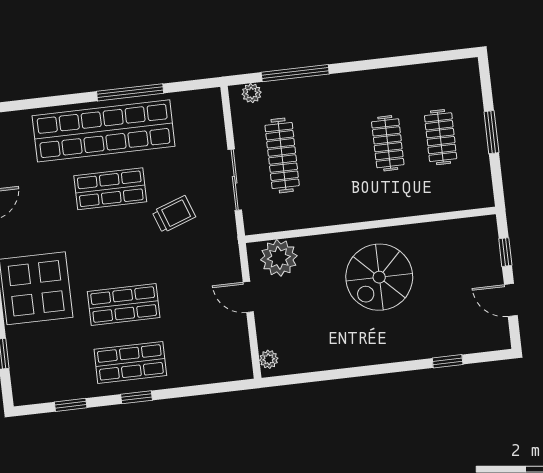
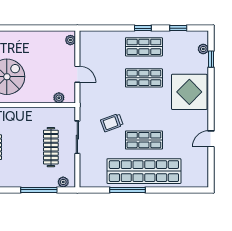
plant: (279, 258) -> (59, 98), width x0.53, depth x0.53
plant: (19, 371) -> (203, 49), added

